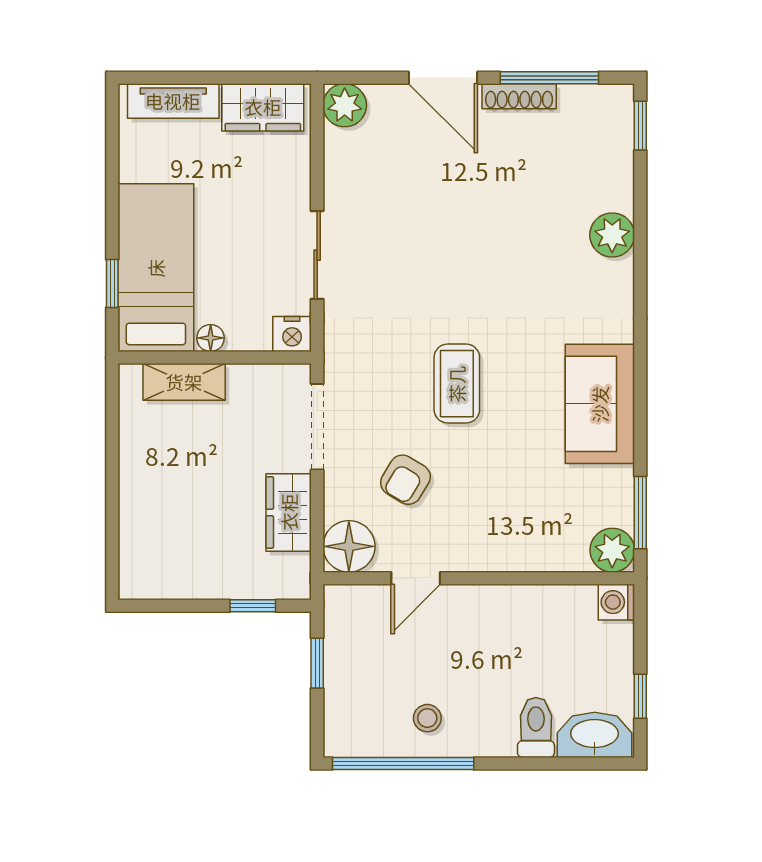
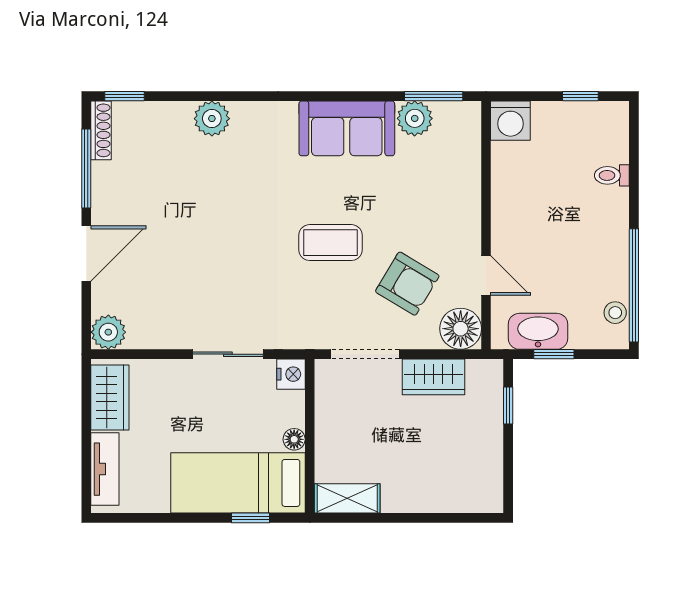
shoe rack: (519, 96) -> (101, 130), moved
shelving: (184, 382) -> (347, 498), moved, turned 90
armchair: (405, 480) -> (407, 284), width x1.38, depth x1.38
plant: (612, 550) -> (415, 118), moved
washing machine: (616, 602) -> (510, 121), width x1.38, depth x1.38
stool: (427, 718) -> (615, 313), moved
toilet: (536, 727) -> (612, 175), width x0.73, depth x0.72
washbasin: (595, 735) -> (538, 331), moved, turned 90

